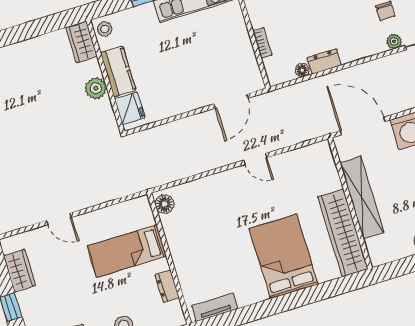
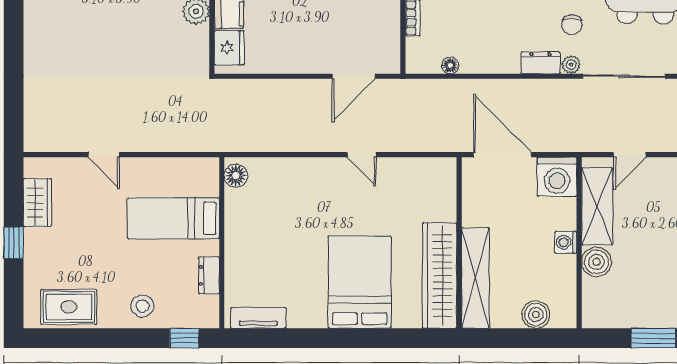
dresser: (324, 61) -> (541, 63), moved
shelving: (362, 198) -> (475, 278), moved

